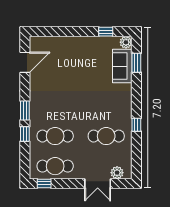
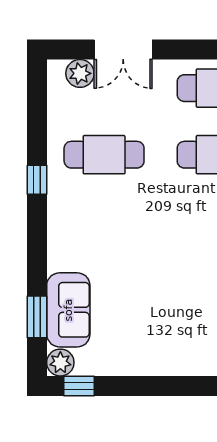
window: (106, 32) -> (79, 386), moved
double door: (98, 183) -> (123, 50), swing flipped

